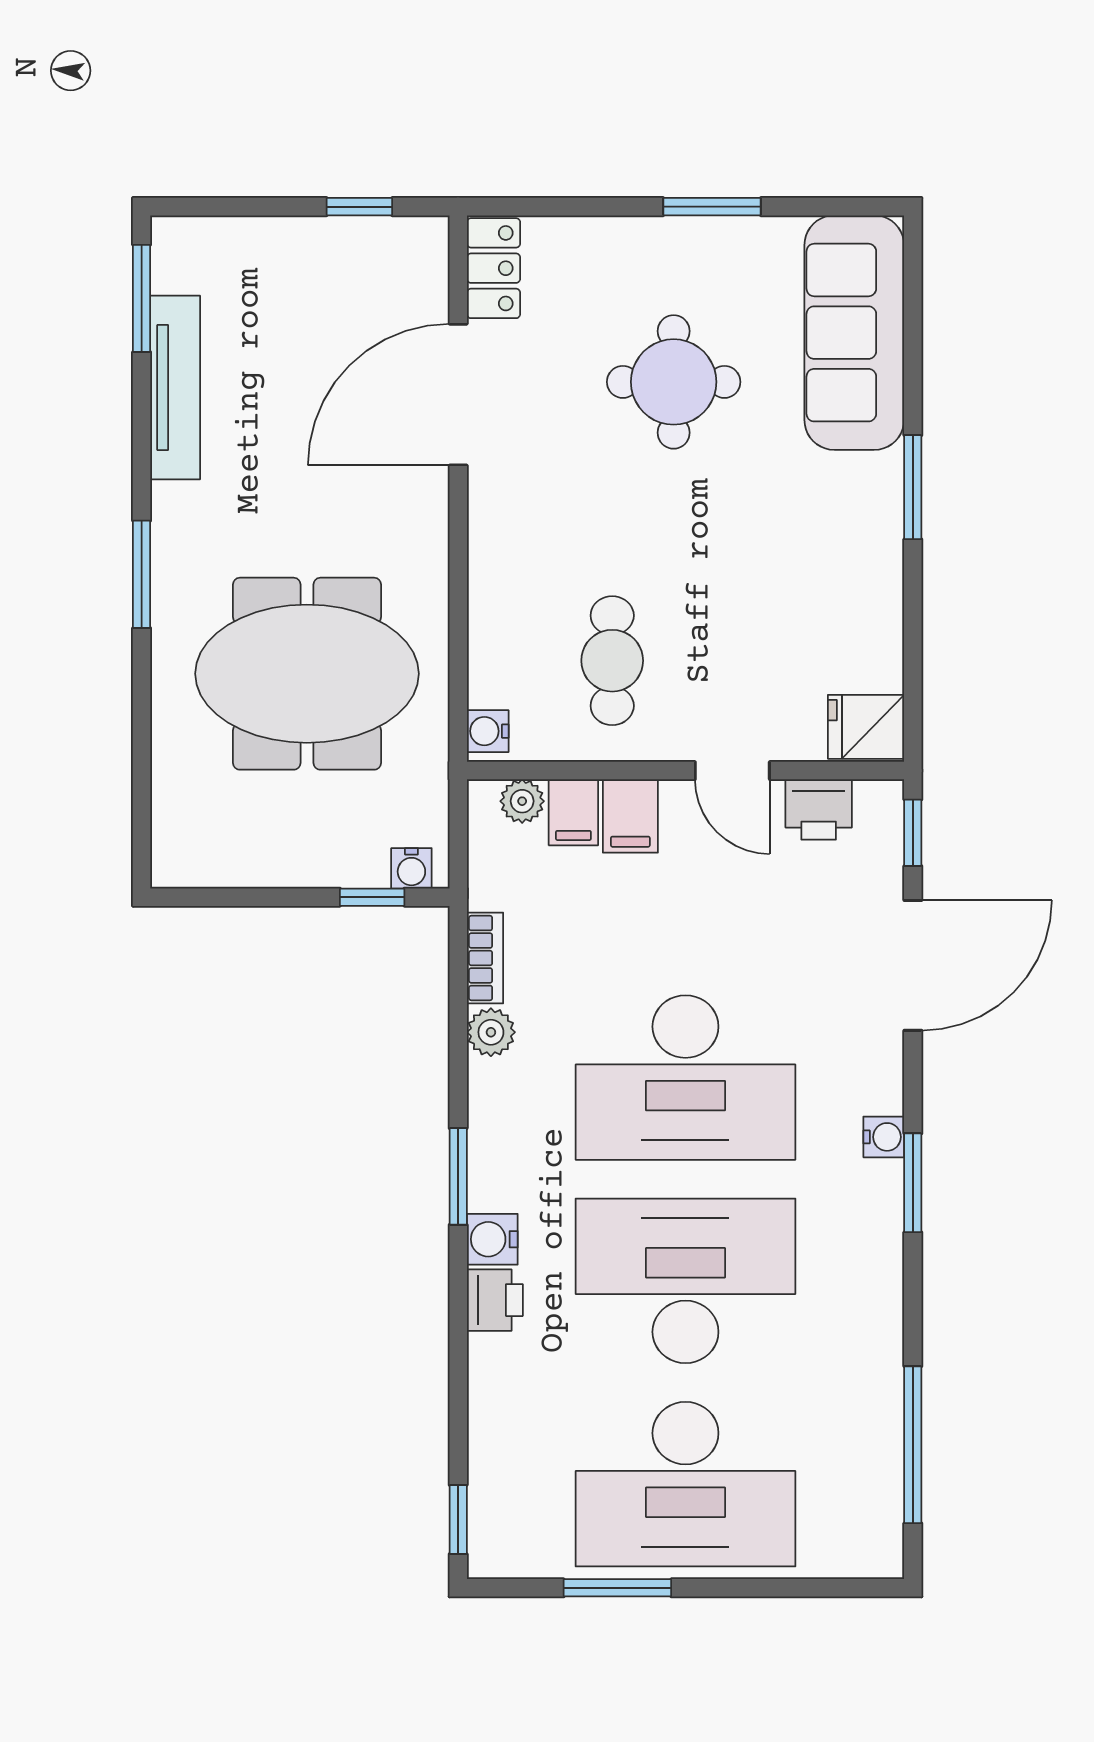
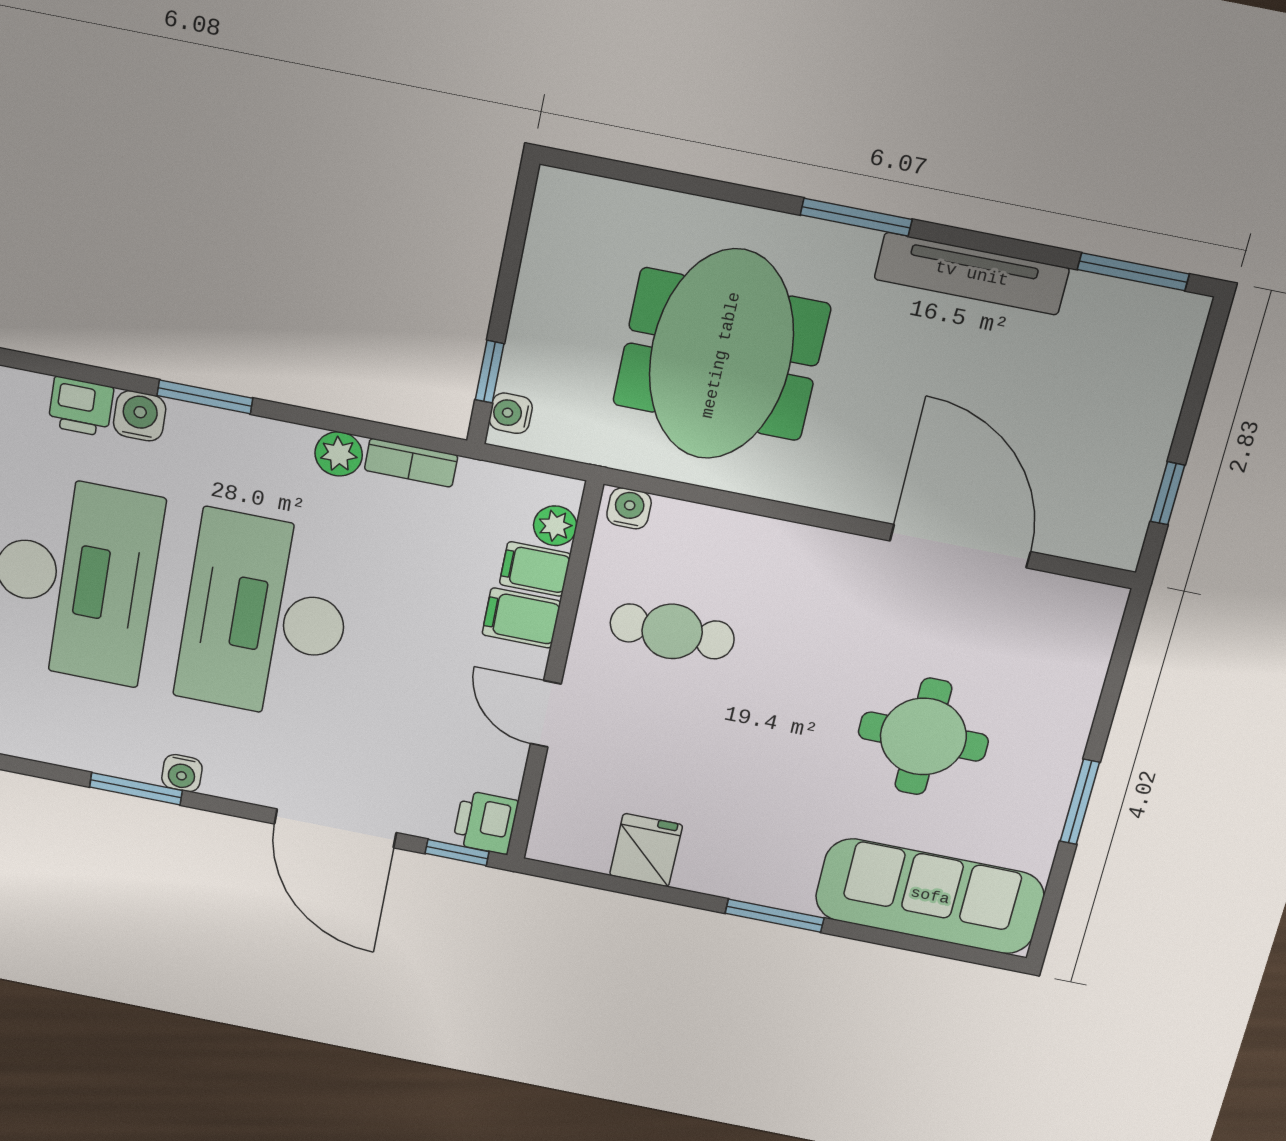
locker: (493, 268) -> (1074, 602), removed
tv unit: (175, 387) -> (972, 274), moved
fridge: (866, 727) -> (646, 850), moved
door: (732, 771) -> (546, 714), hinge flipped
printer: (819, 809) -> (486, 822), moved

